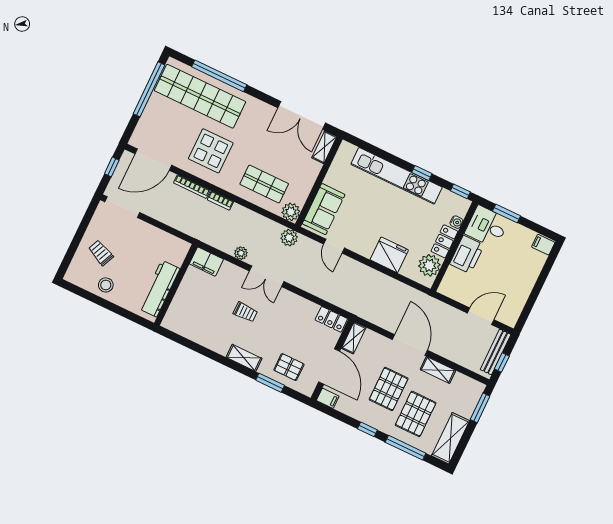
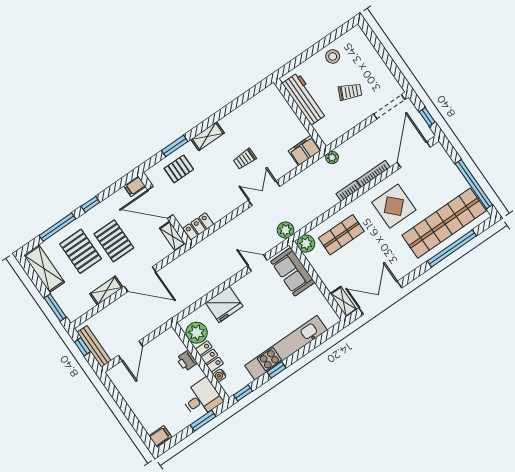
trolley: (101, 253) -> (350, 92), moved
plant: (241, 253) -> (332, 158), moved
printer: (467, 254) -> (187, 361), width x0.53, depth x0.68

